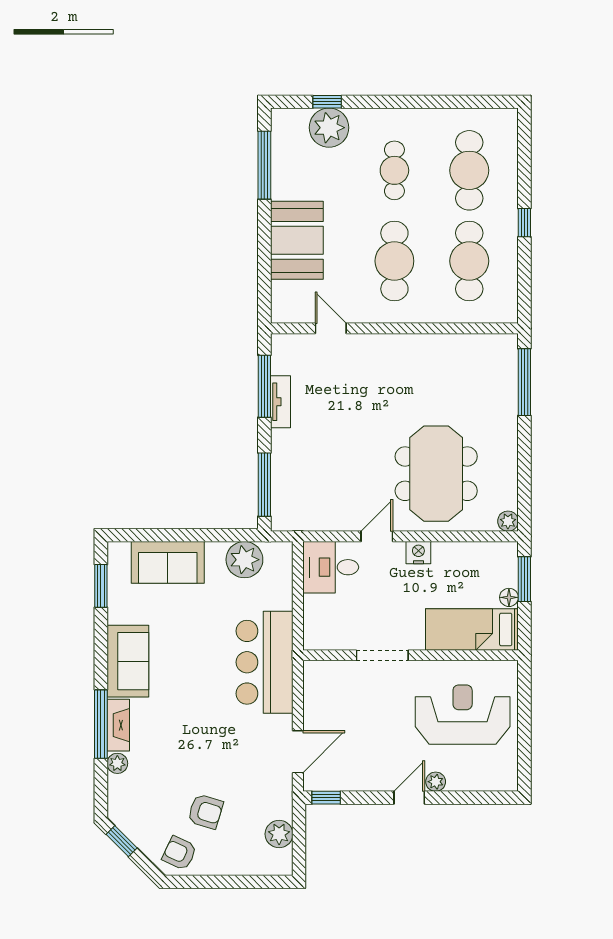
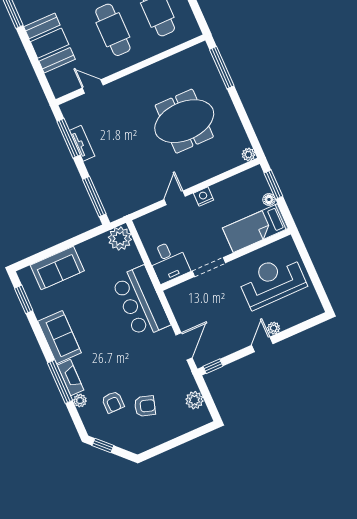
meeting table: (436, 474) -> (184, 121), moved, turned 90
plant: (244, 560) -> (120, 238), moved
desk: (331, 567) -> (168, 262), moved, turned -90
armchair: (179, 853) -> (113, 402), moved, turned -115

